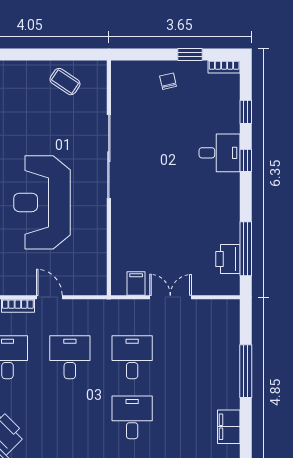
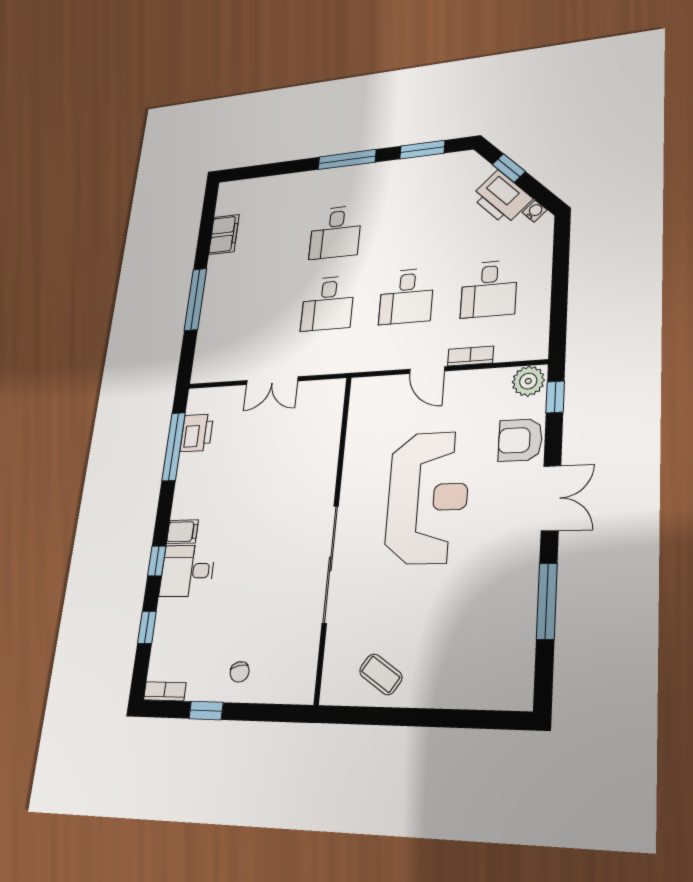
filing cabinet: (136, 284) -> (182, 532), moved, turned -90

